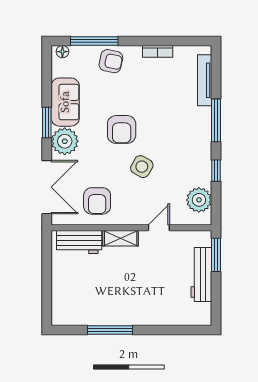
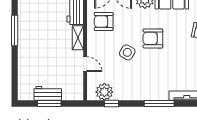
window: (216, 171) -> (112, 103), moved
window: (216, 255) -> (49, 103), moved
workbench: (201, 275) -> (48, 93), width x0.73

